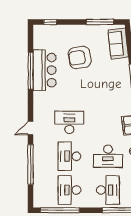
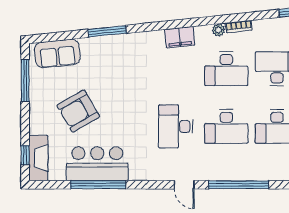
fireplace: (48, 31) -> (38, 158), added
armchair: (80, 57) -> (78, 111), turned 69
desk: (108, 156) -> (226, 69), turned 90

